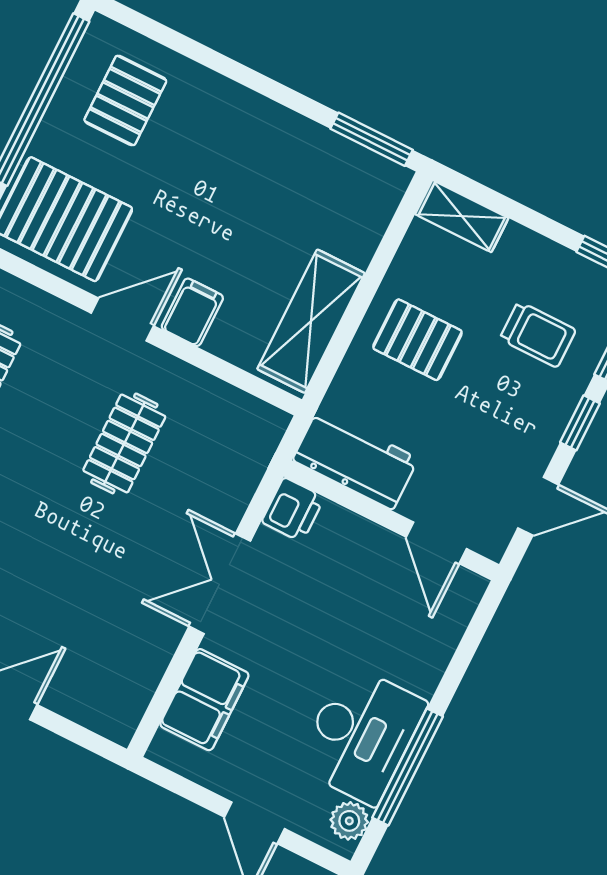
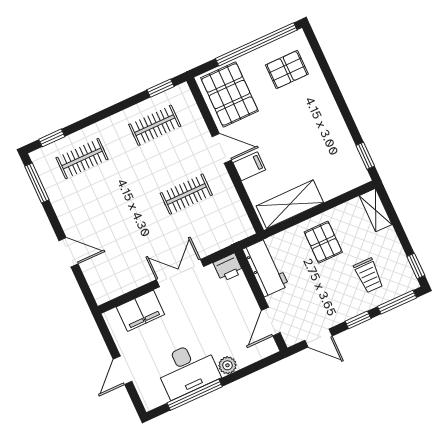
window: (372, 139) -> (365, 156), width x0.67
plant: (349, 821) -> (227, 365), moved

